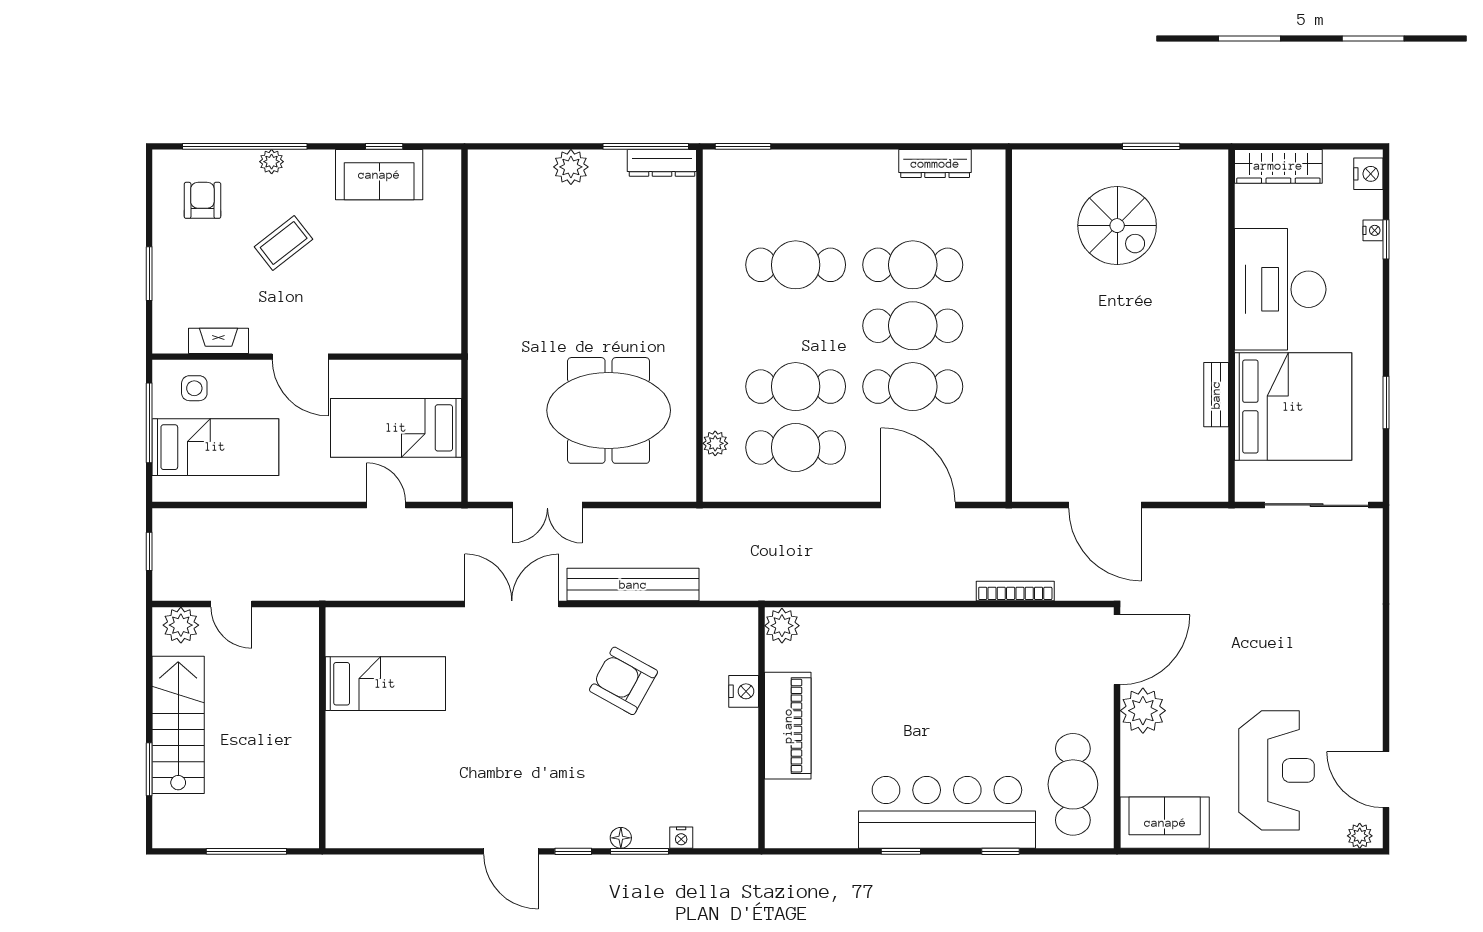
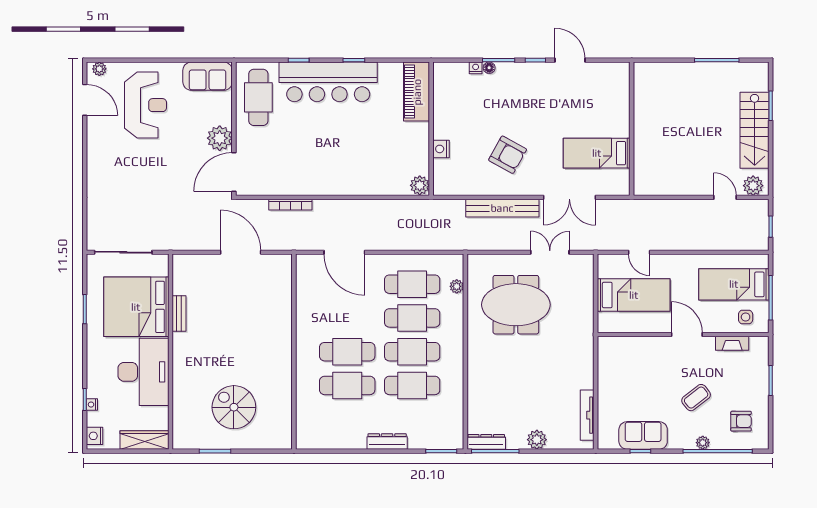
dresser: (935, 164) -> (387, 442), moved
armchair: (202, 200) -> (741, 421), turned -90
tv unit: (480, 211) -> (587, 415), added
cafe table: (913, 387) -> (412, 352), moved
bed: (385, 684) -> (597, 153), moved
piano: (788, 726) -> (417, 92), moved
wall: (322, 728) -> (632, 129), moved
reception desk: (1277, 770) -> (145, 105), turned 180
floor lamp: (621, 838) -> (489, 68), moved

